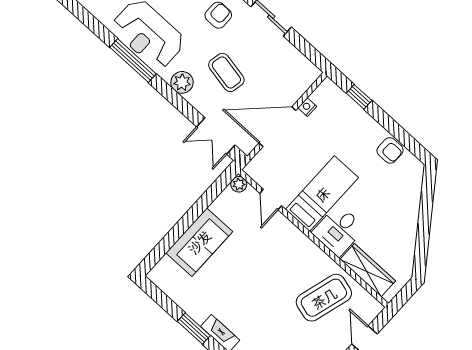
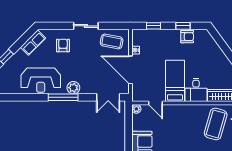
window: (133, 61) -> (63, 97), moved
coffee table: (226, 72) -> (112, 41), moved
door: (277, 127) -> (131, 70), hinge flipped
window: (397, 132) -> (183, 26), added

